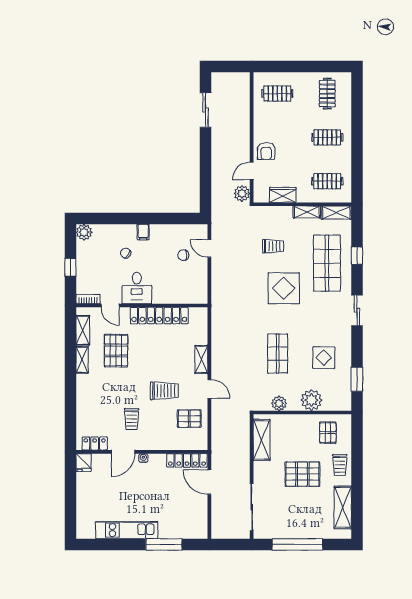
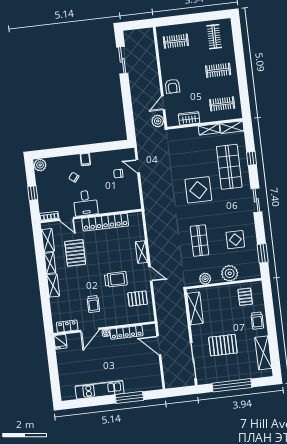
trolley: (273, 246) -> (186, 159), removed
shelving: (83, 389) -> (53, 285), added
locker: (187, 460) -> (126, 332), moved
pallet: (302, 474) -> (223, 345), moved

